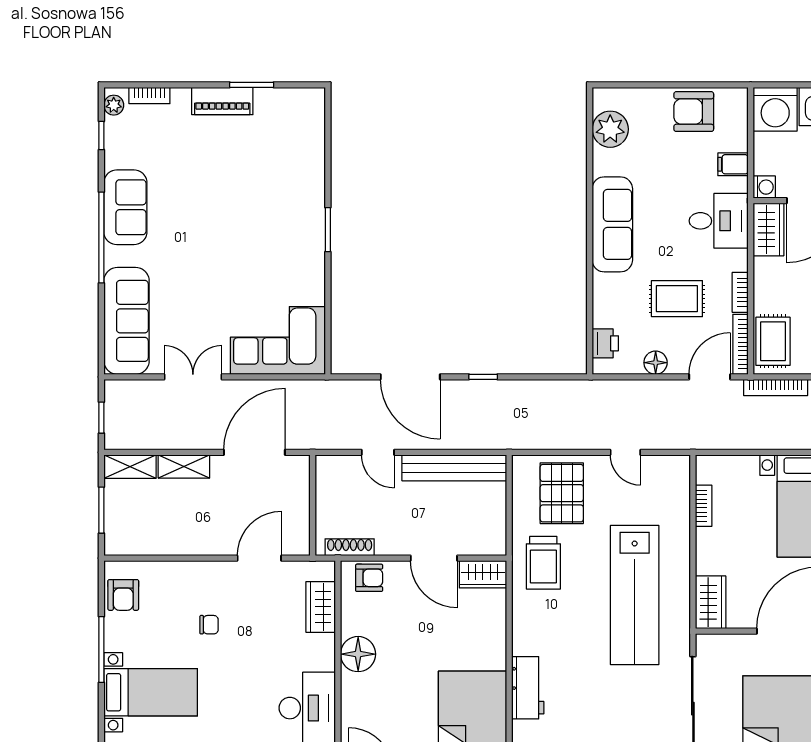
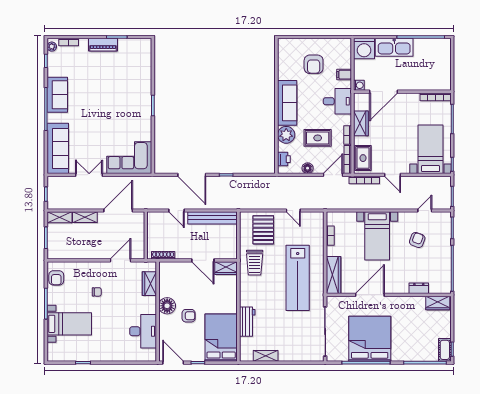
armchair: (694, 112) -> (314, 64), moved, turned -90
plant: (610, 129) -> (286, 135), moved
wardrobe: (769, 229) -> (361, 123), moved
armchair: (369, 578) -> (189, 316), moved
wardrobe: (711, 602) -> (334, 275), width x1.50

